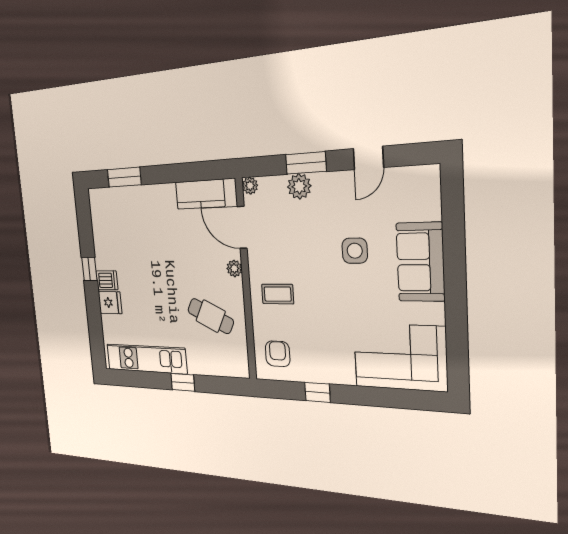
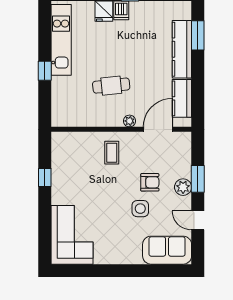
plant: (250, 186) -> (186, 138), removed
plant: (299, 186) -> (183, 187), moved
kitchen counter: (142, 198) -> (182, 49), added
sofa: (420, 262) -> (167, 250), moved
cafe table: (211, 316) -> (111, 86), moved, turned 58
armchair: (278, 354) -> (150, 182), moved

